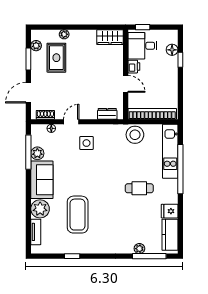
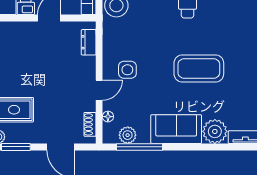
door: (71, 122) -> (99, 90), swing flipped
plant: (37, 153) -> (128, 135), moved
coffee table: (78, 215) -> (199, 68), moved

